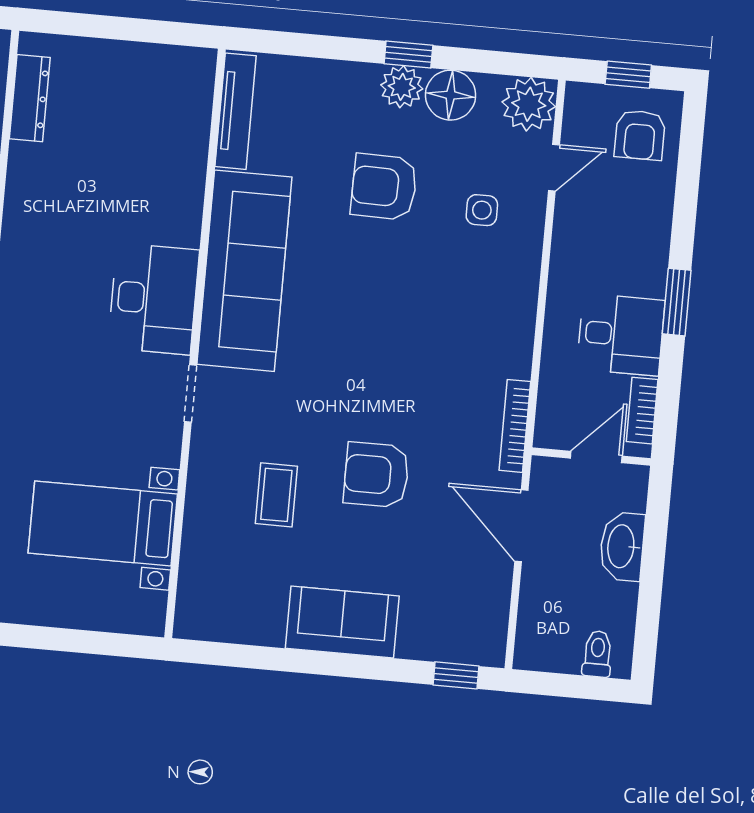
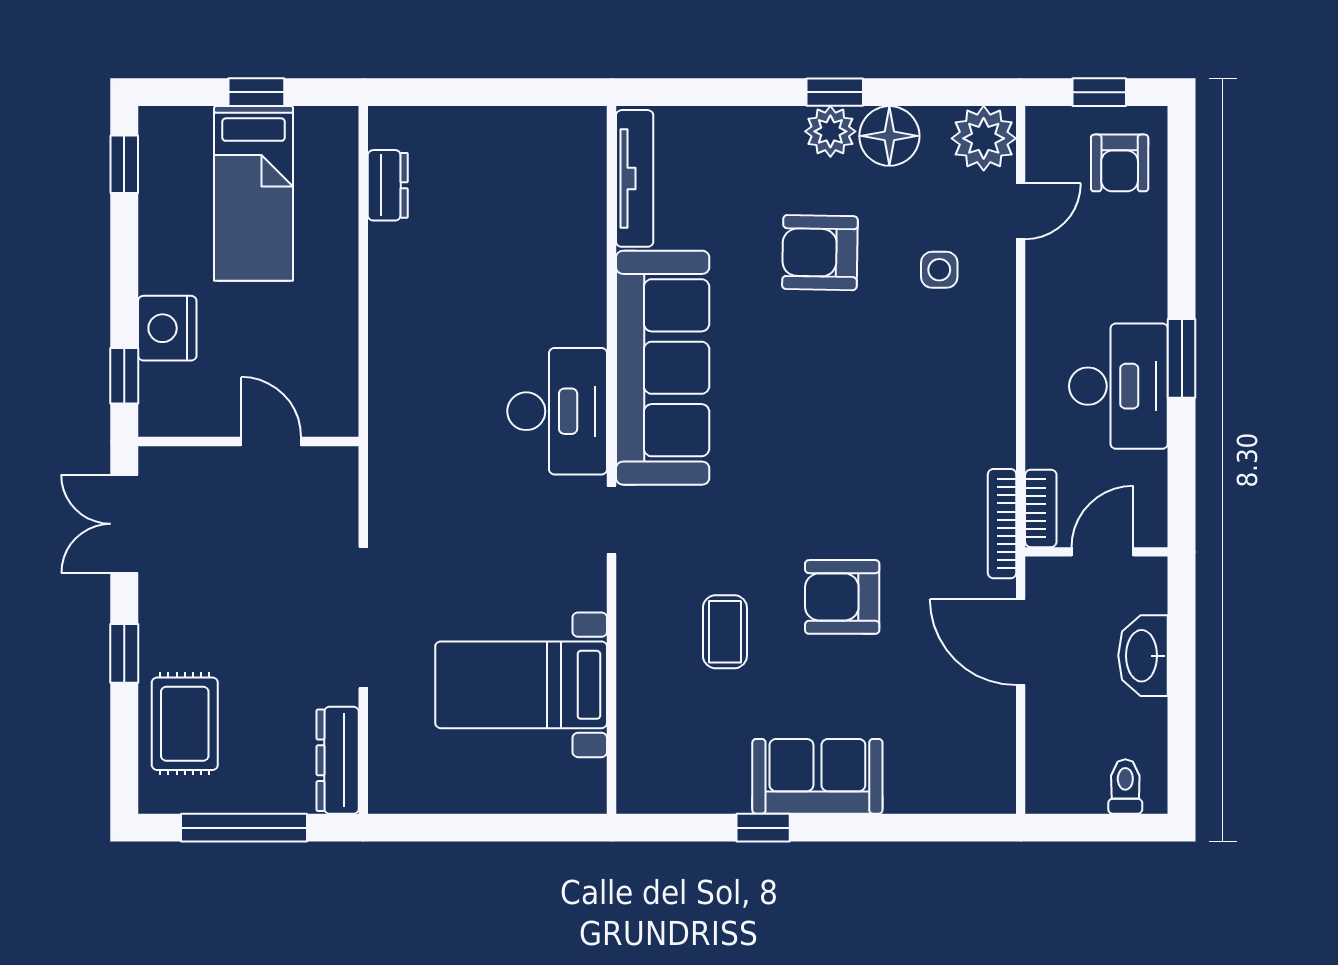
dresser: (30, 98) -> (388, 185), width x0.70
desk: (621, 335) -> (1118, 386), width x1.37
bookcase: (642, 411) -> (1041, 508), moved, turned 180
window: (456, 675) -> (763, 828), moved

